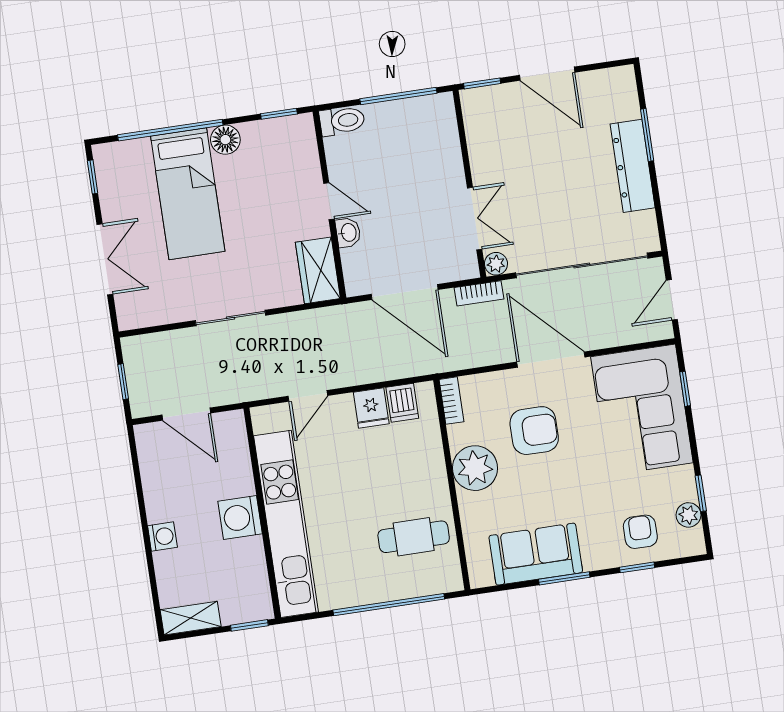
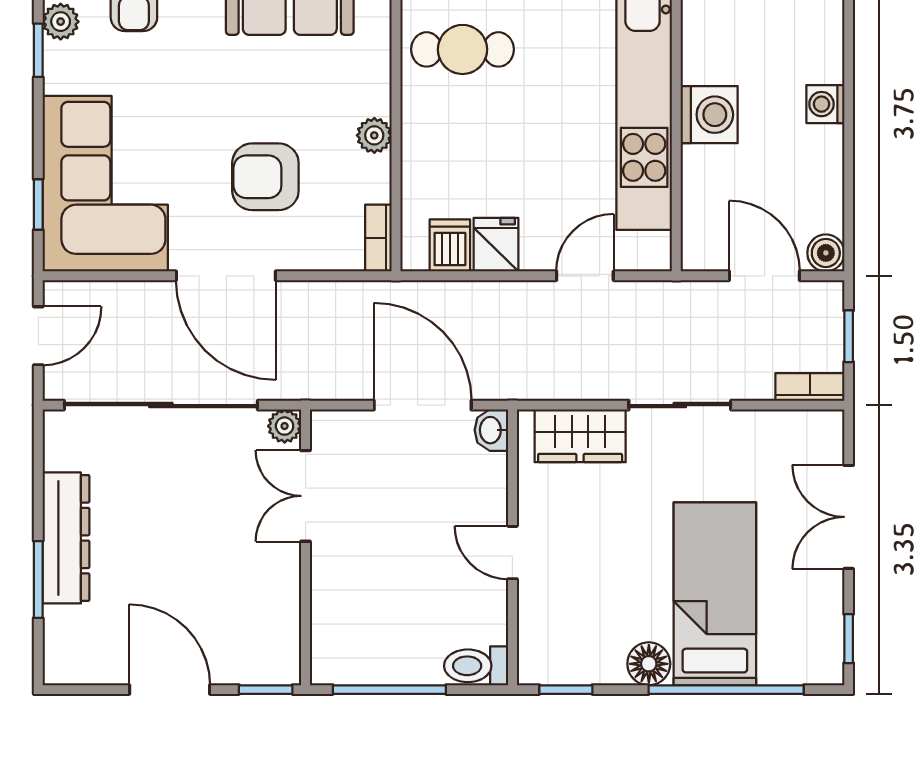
washbasin: (348, 233) -> (491, 430), moved
wardrobe: (318, 270) -> (580, 436), moved, turned 90
bookcase: (479, 293) -> (810, 387), moved
boiler: (147, 436) -> (826, 253), added
plant: (475, 468) -> (374, 135), width x0.53, depth x0.53

